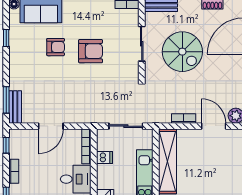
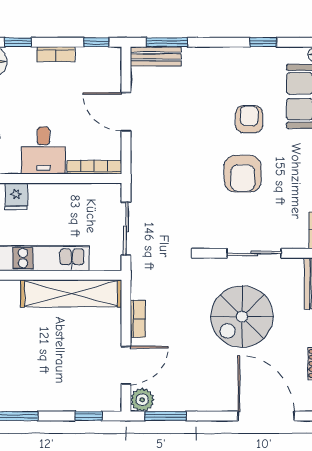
armchair: (56, 47) -> (249, 119), turned 180
dishwasher: (104, 158) -> (77, 195), removed

